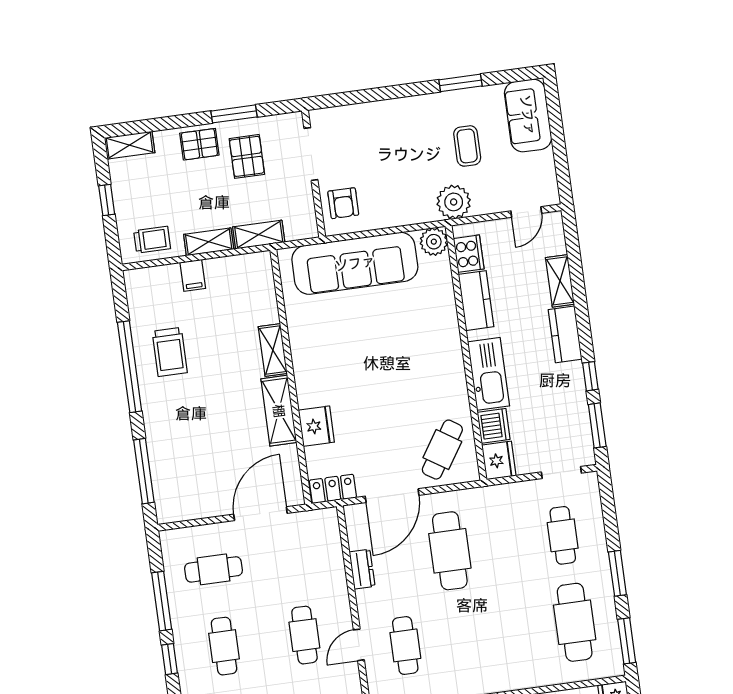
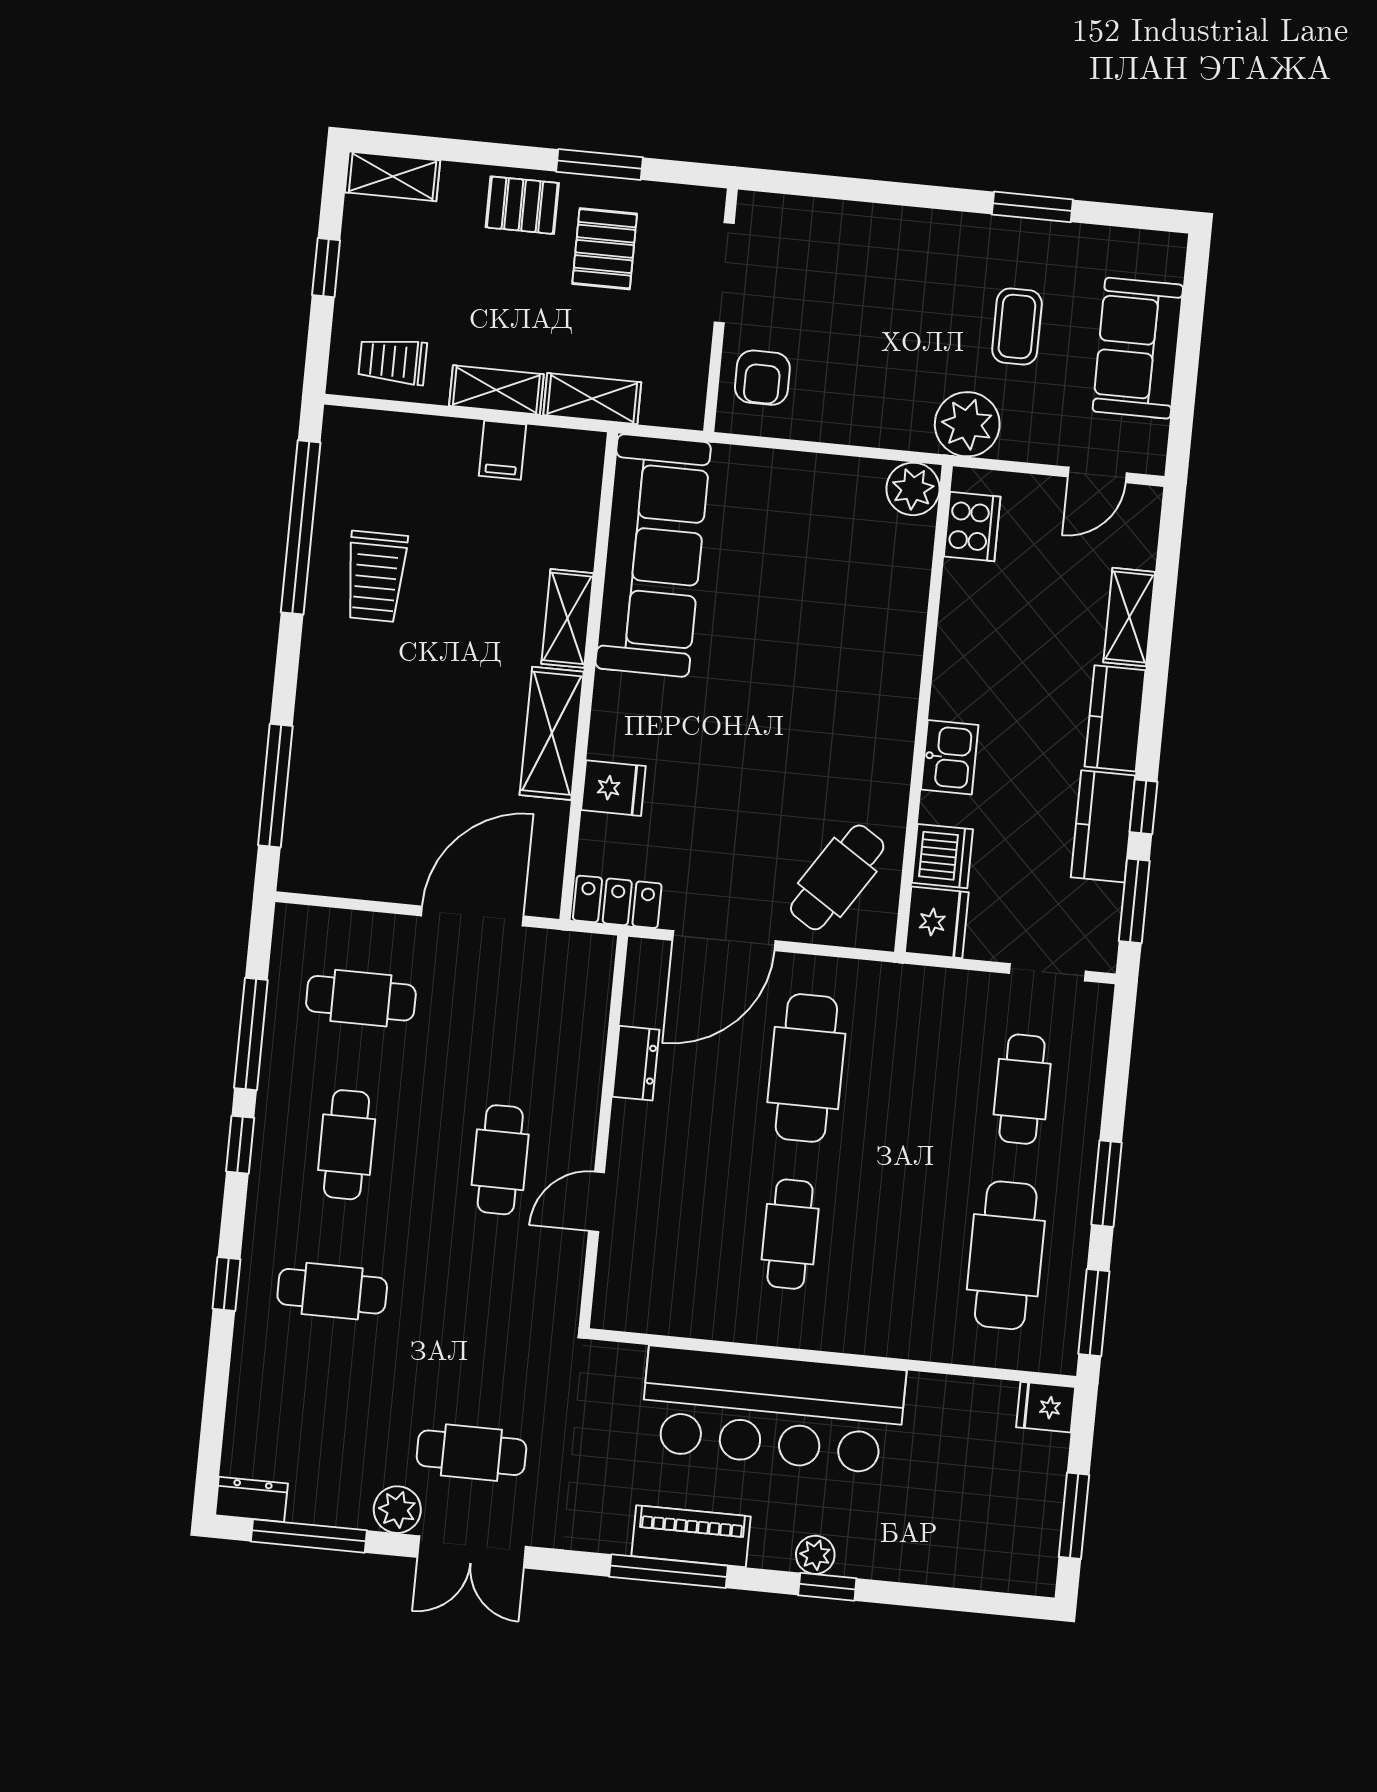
sofa: (528, 115) -> (1138, 348), moved
trolley: (152, 240) -> (393, 361), turned 180
sofa: (355, 263) -> (653, 555), moved, turned -90
filing cabinet: (193, 275) -> (502, 450), moved
kitchen counter: (476, 301) -> (1103, 826), moved, turned 180
window: (130, 367) -> (301, 527), moved
kitchen sink: (488, 374) -> (950, 757), width x0.53, depth x0.81
fridge: (316, 426) -> (613, 788), width x0.72
cafe table: (405, 645) -> (790, 1234), moved

